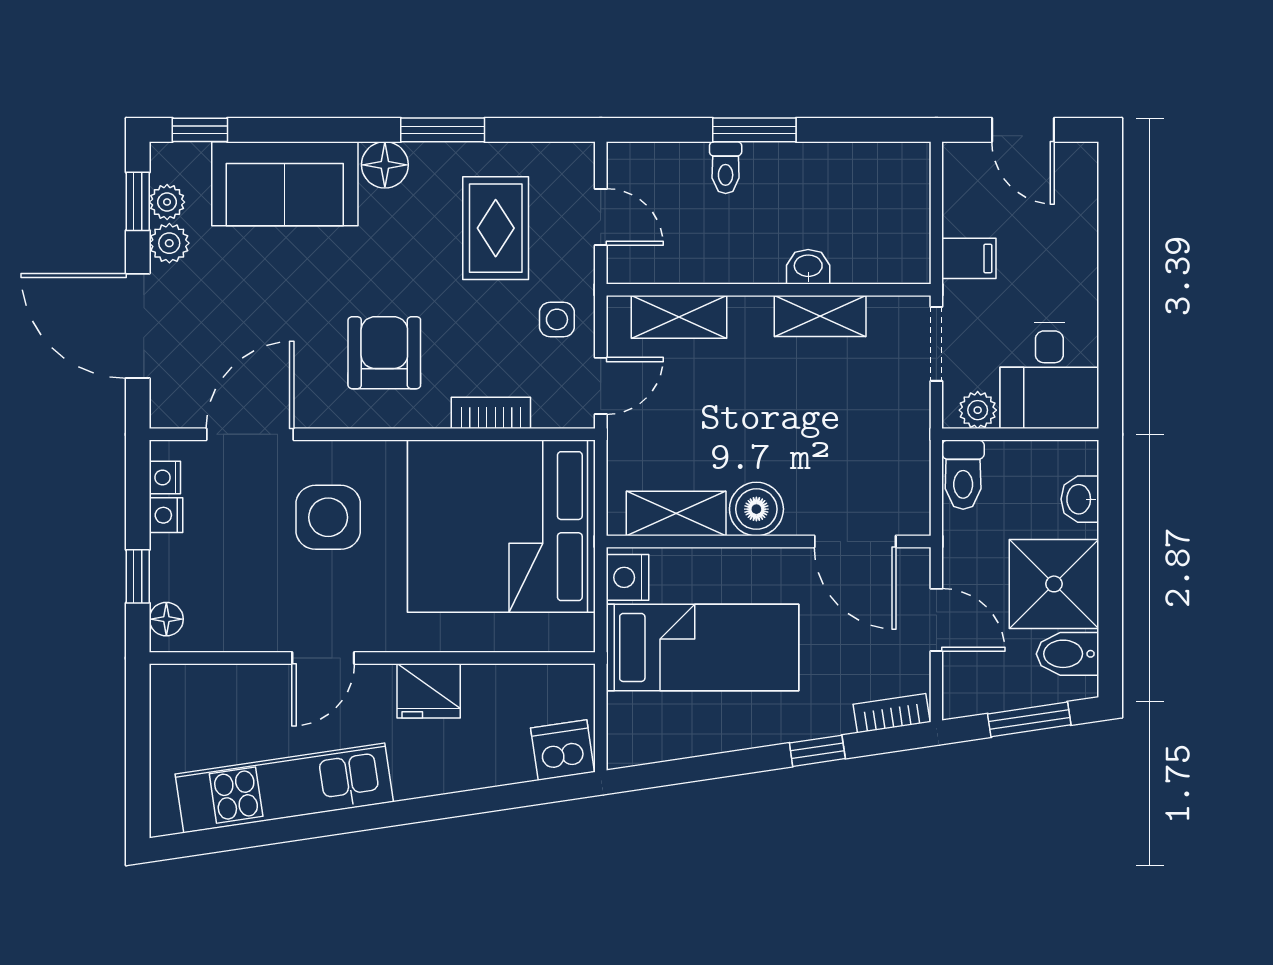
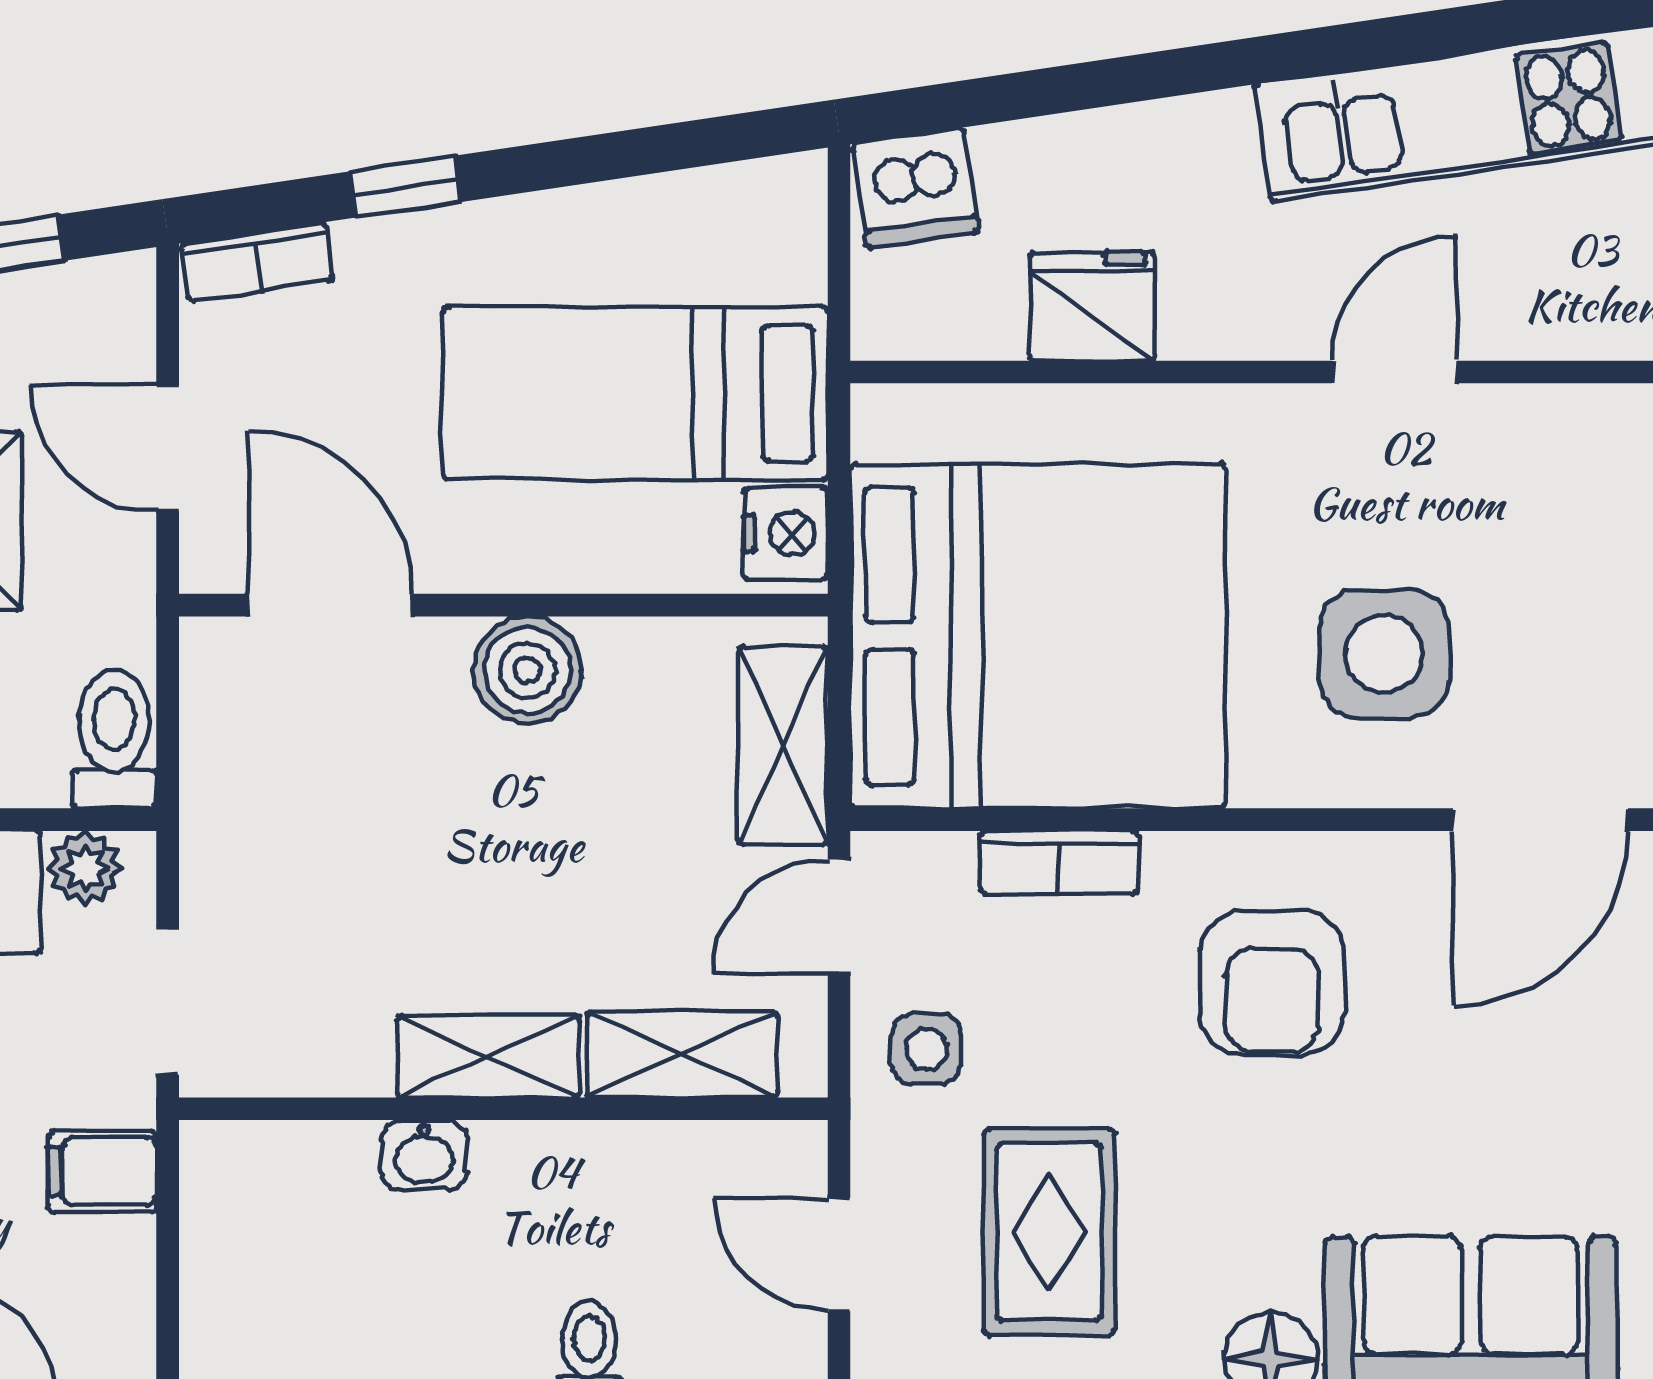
shelving: (820, 316) -> (488, 1056), moved
shelving: (676, 514) -> (783, 746), moved, turned 90
fridge: (429, 691) -> (1092, 306), moved

